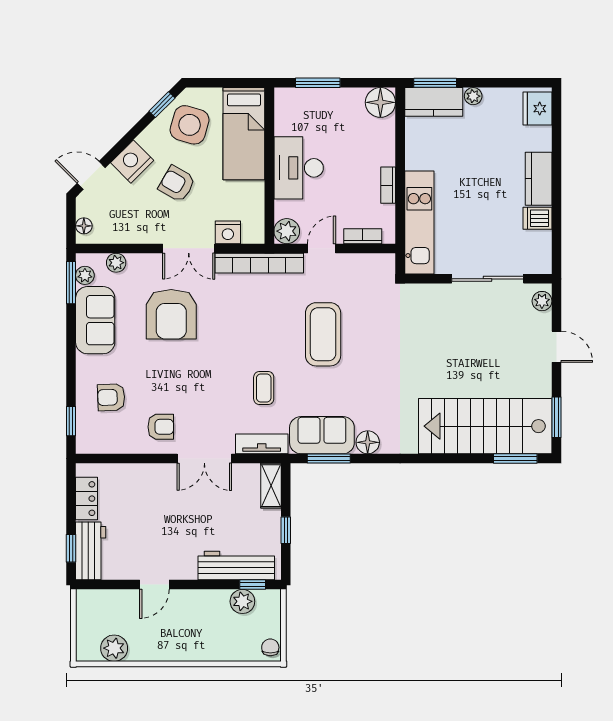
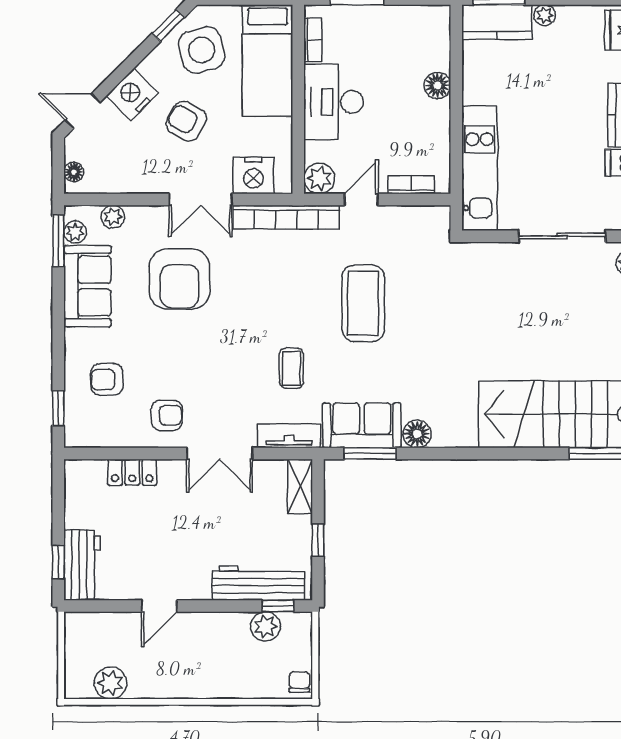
floor lamp: (380, 102) -> (437, 85), moved, width x0.73, depth x0.73
side table: (190, 125) -> (202, 50), turned -31
bookcase: (388, 185) -> (313, 40), moved, turned 180
nightstand: (228, 232) -> (253, 175), width x1.36, depth x1.33
locker: (87, 499) -> (132, 472), moved, turned 90

